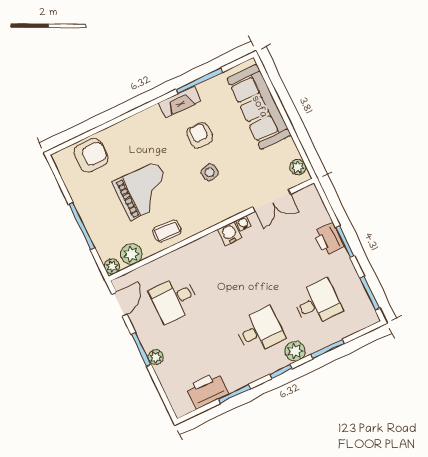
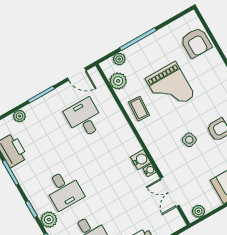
plant: (112, 266) -> (119, 59), moved
plant: (156, 357) -> (19, 116), moved

